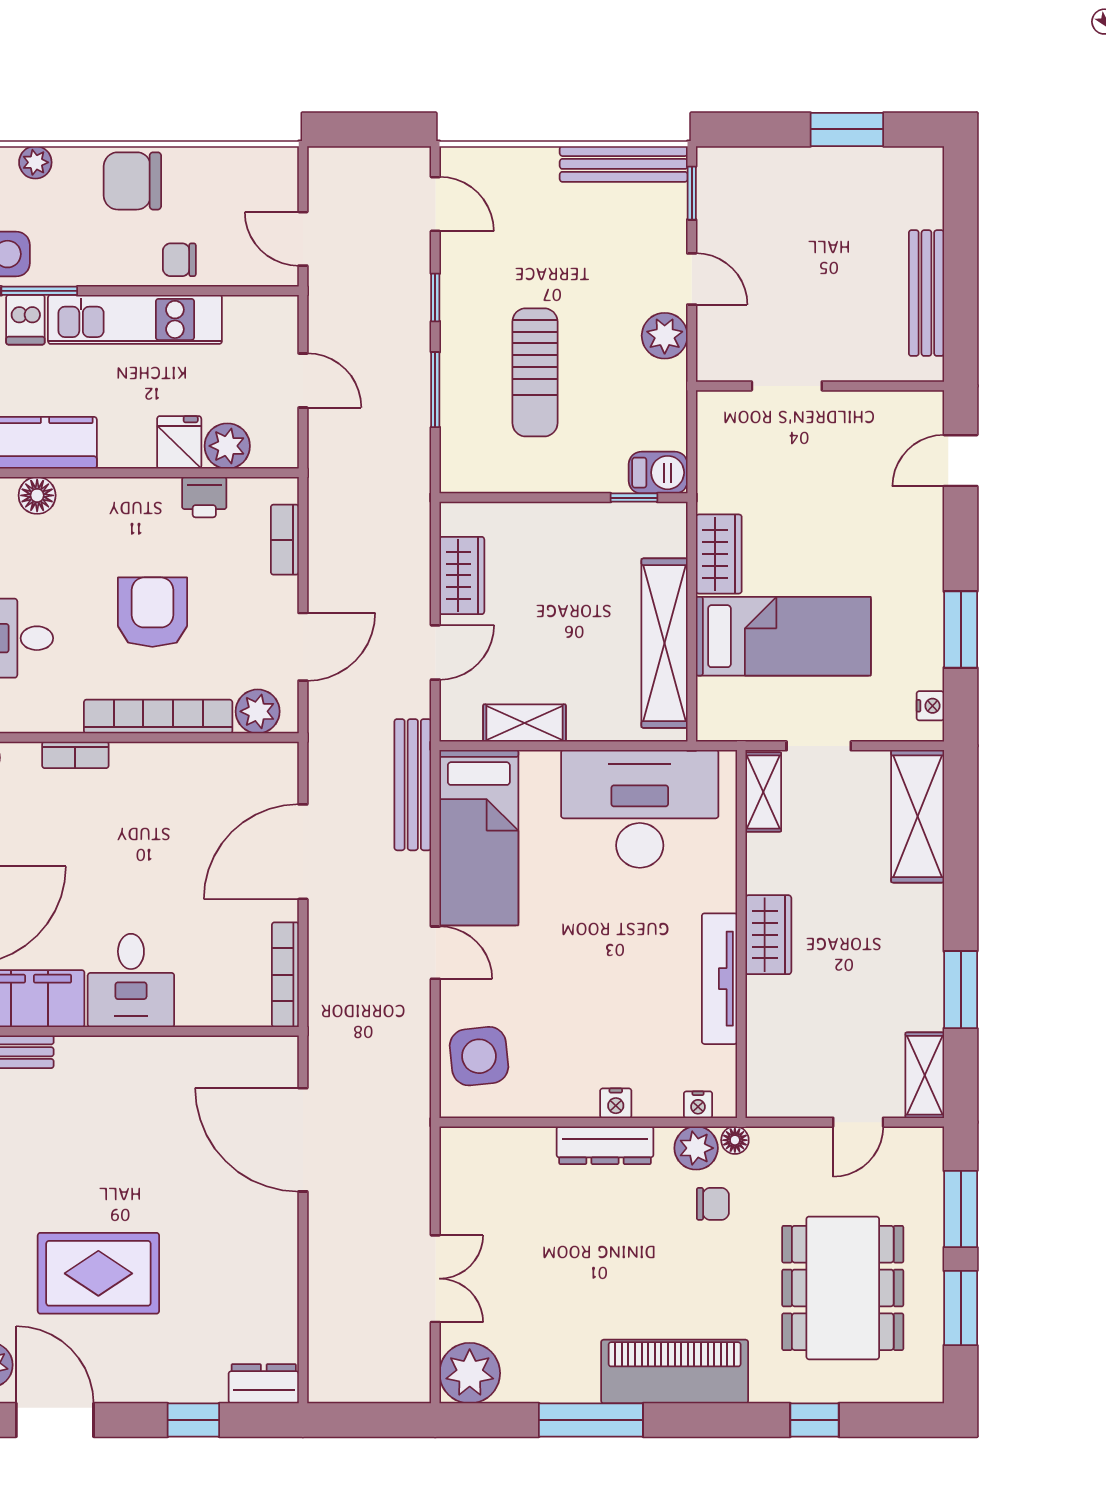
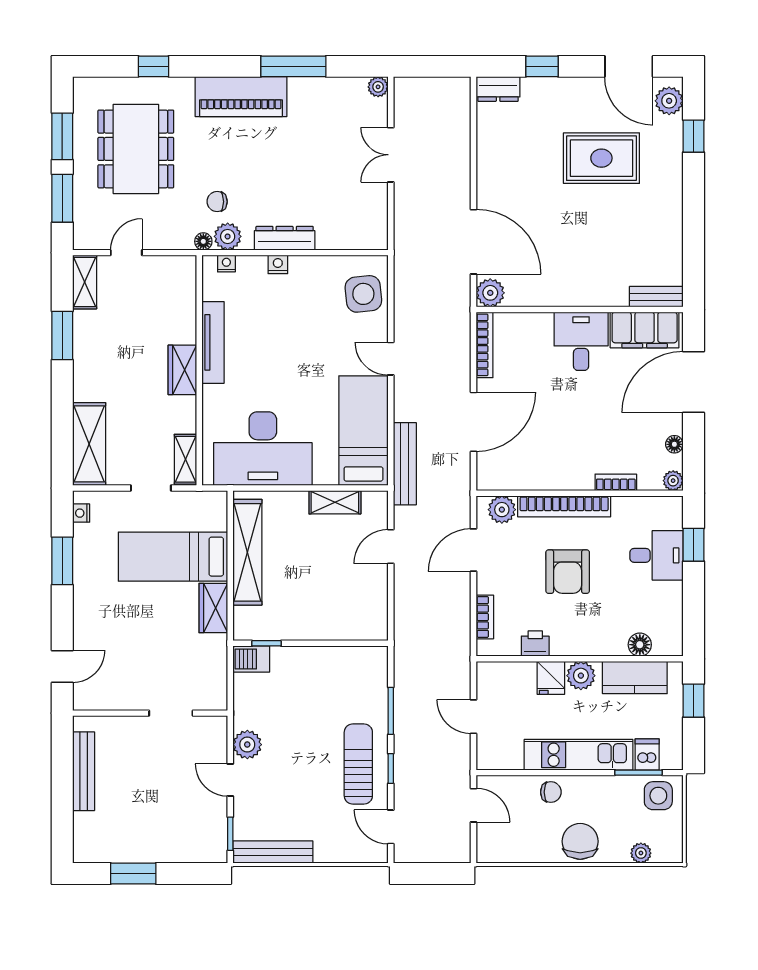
chair: (132, 181) -> (580, 841), turned -90
sun lounger: (535, 372) -> (358, 764), moved
plant: (227, 446) -> (581, 676), moved
wardrobe: (462, 575) -> (374, 595), removed
plant: (276, 1058) -> (490, 293), added
plant: (470, 1373) -> (378, 87), width x0.53, depth x0.53

